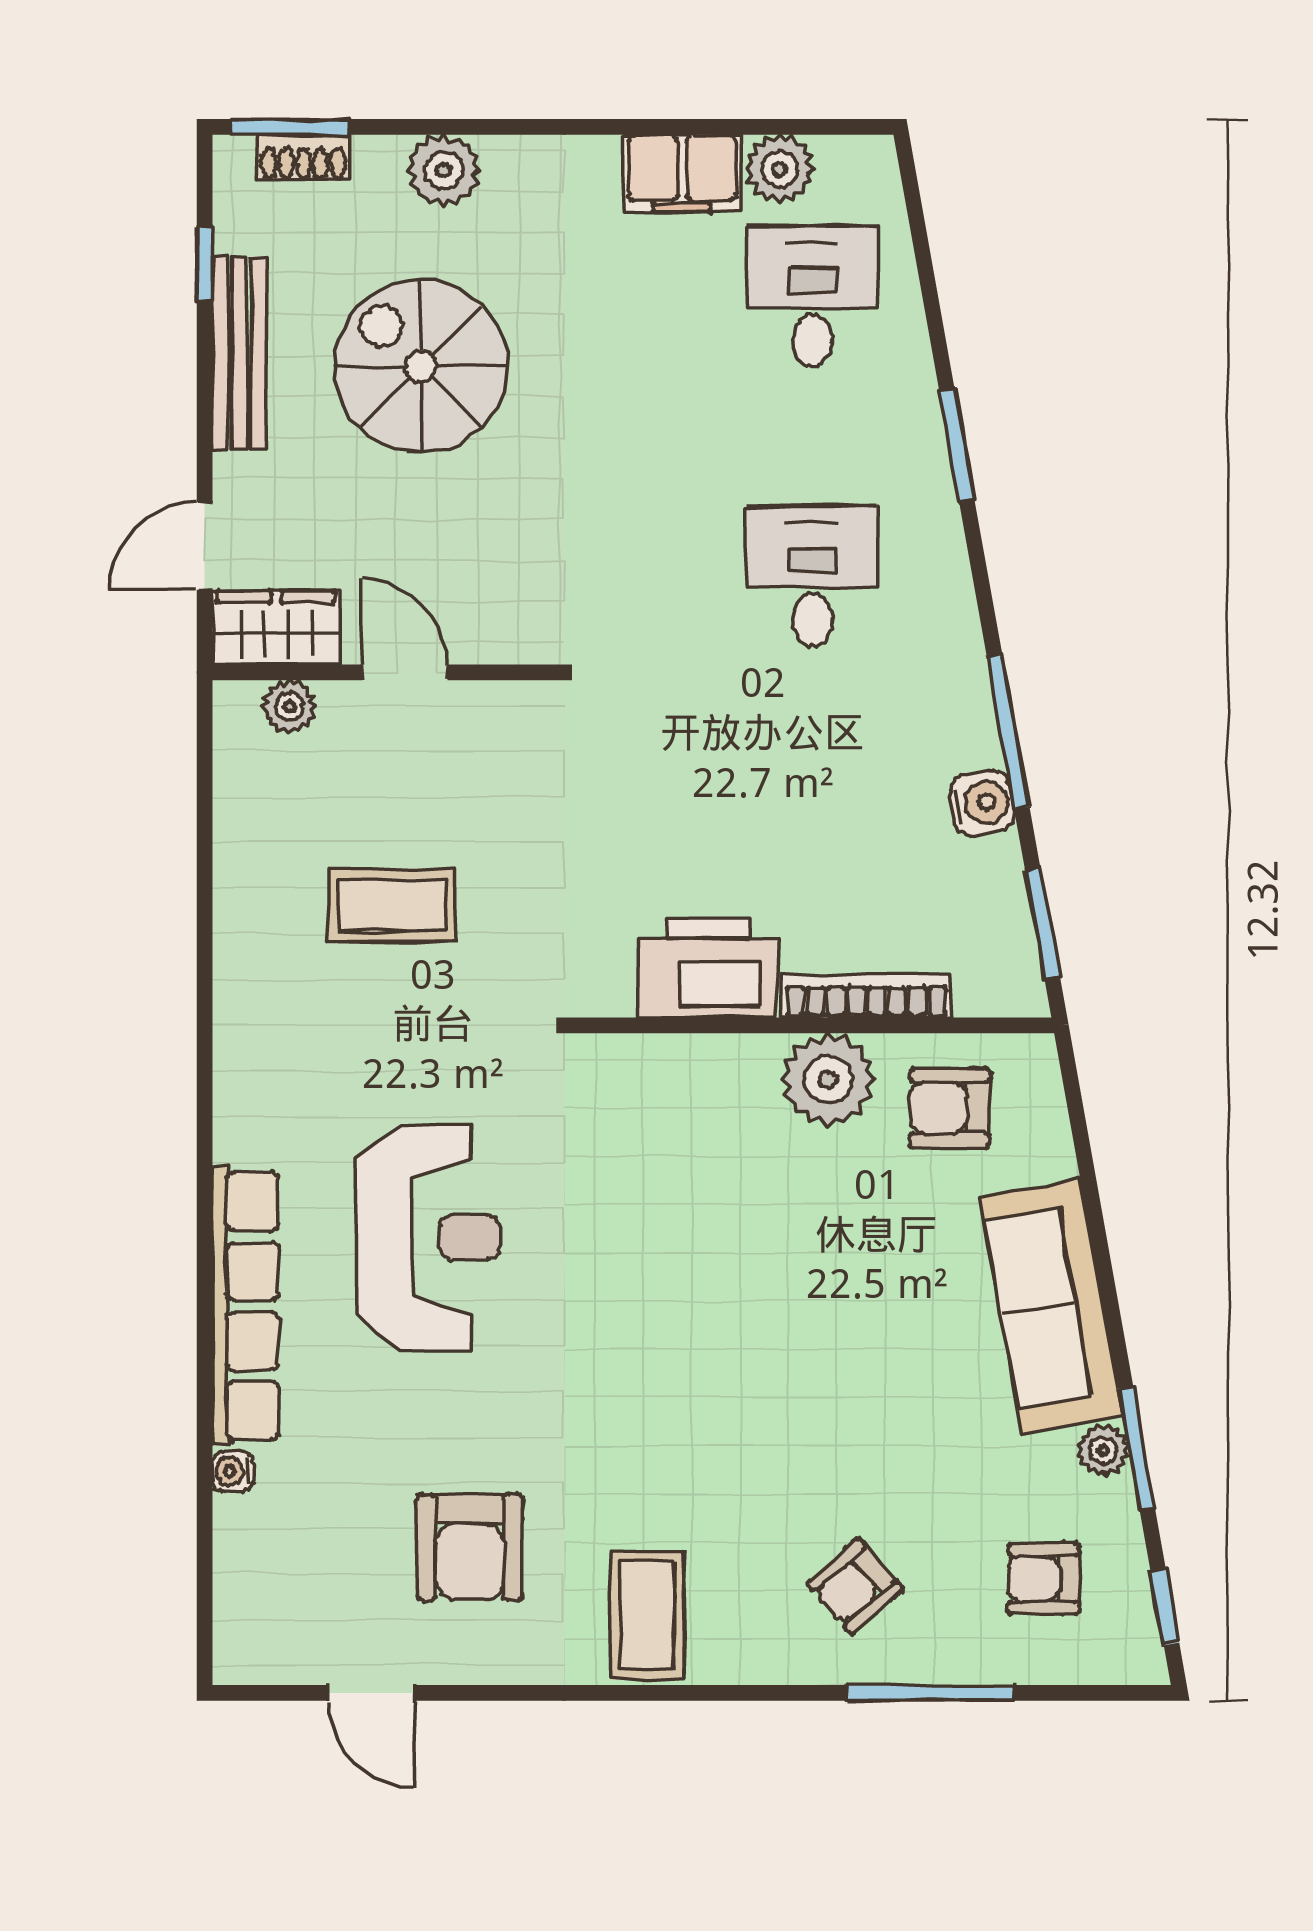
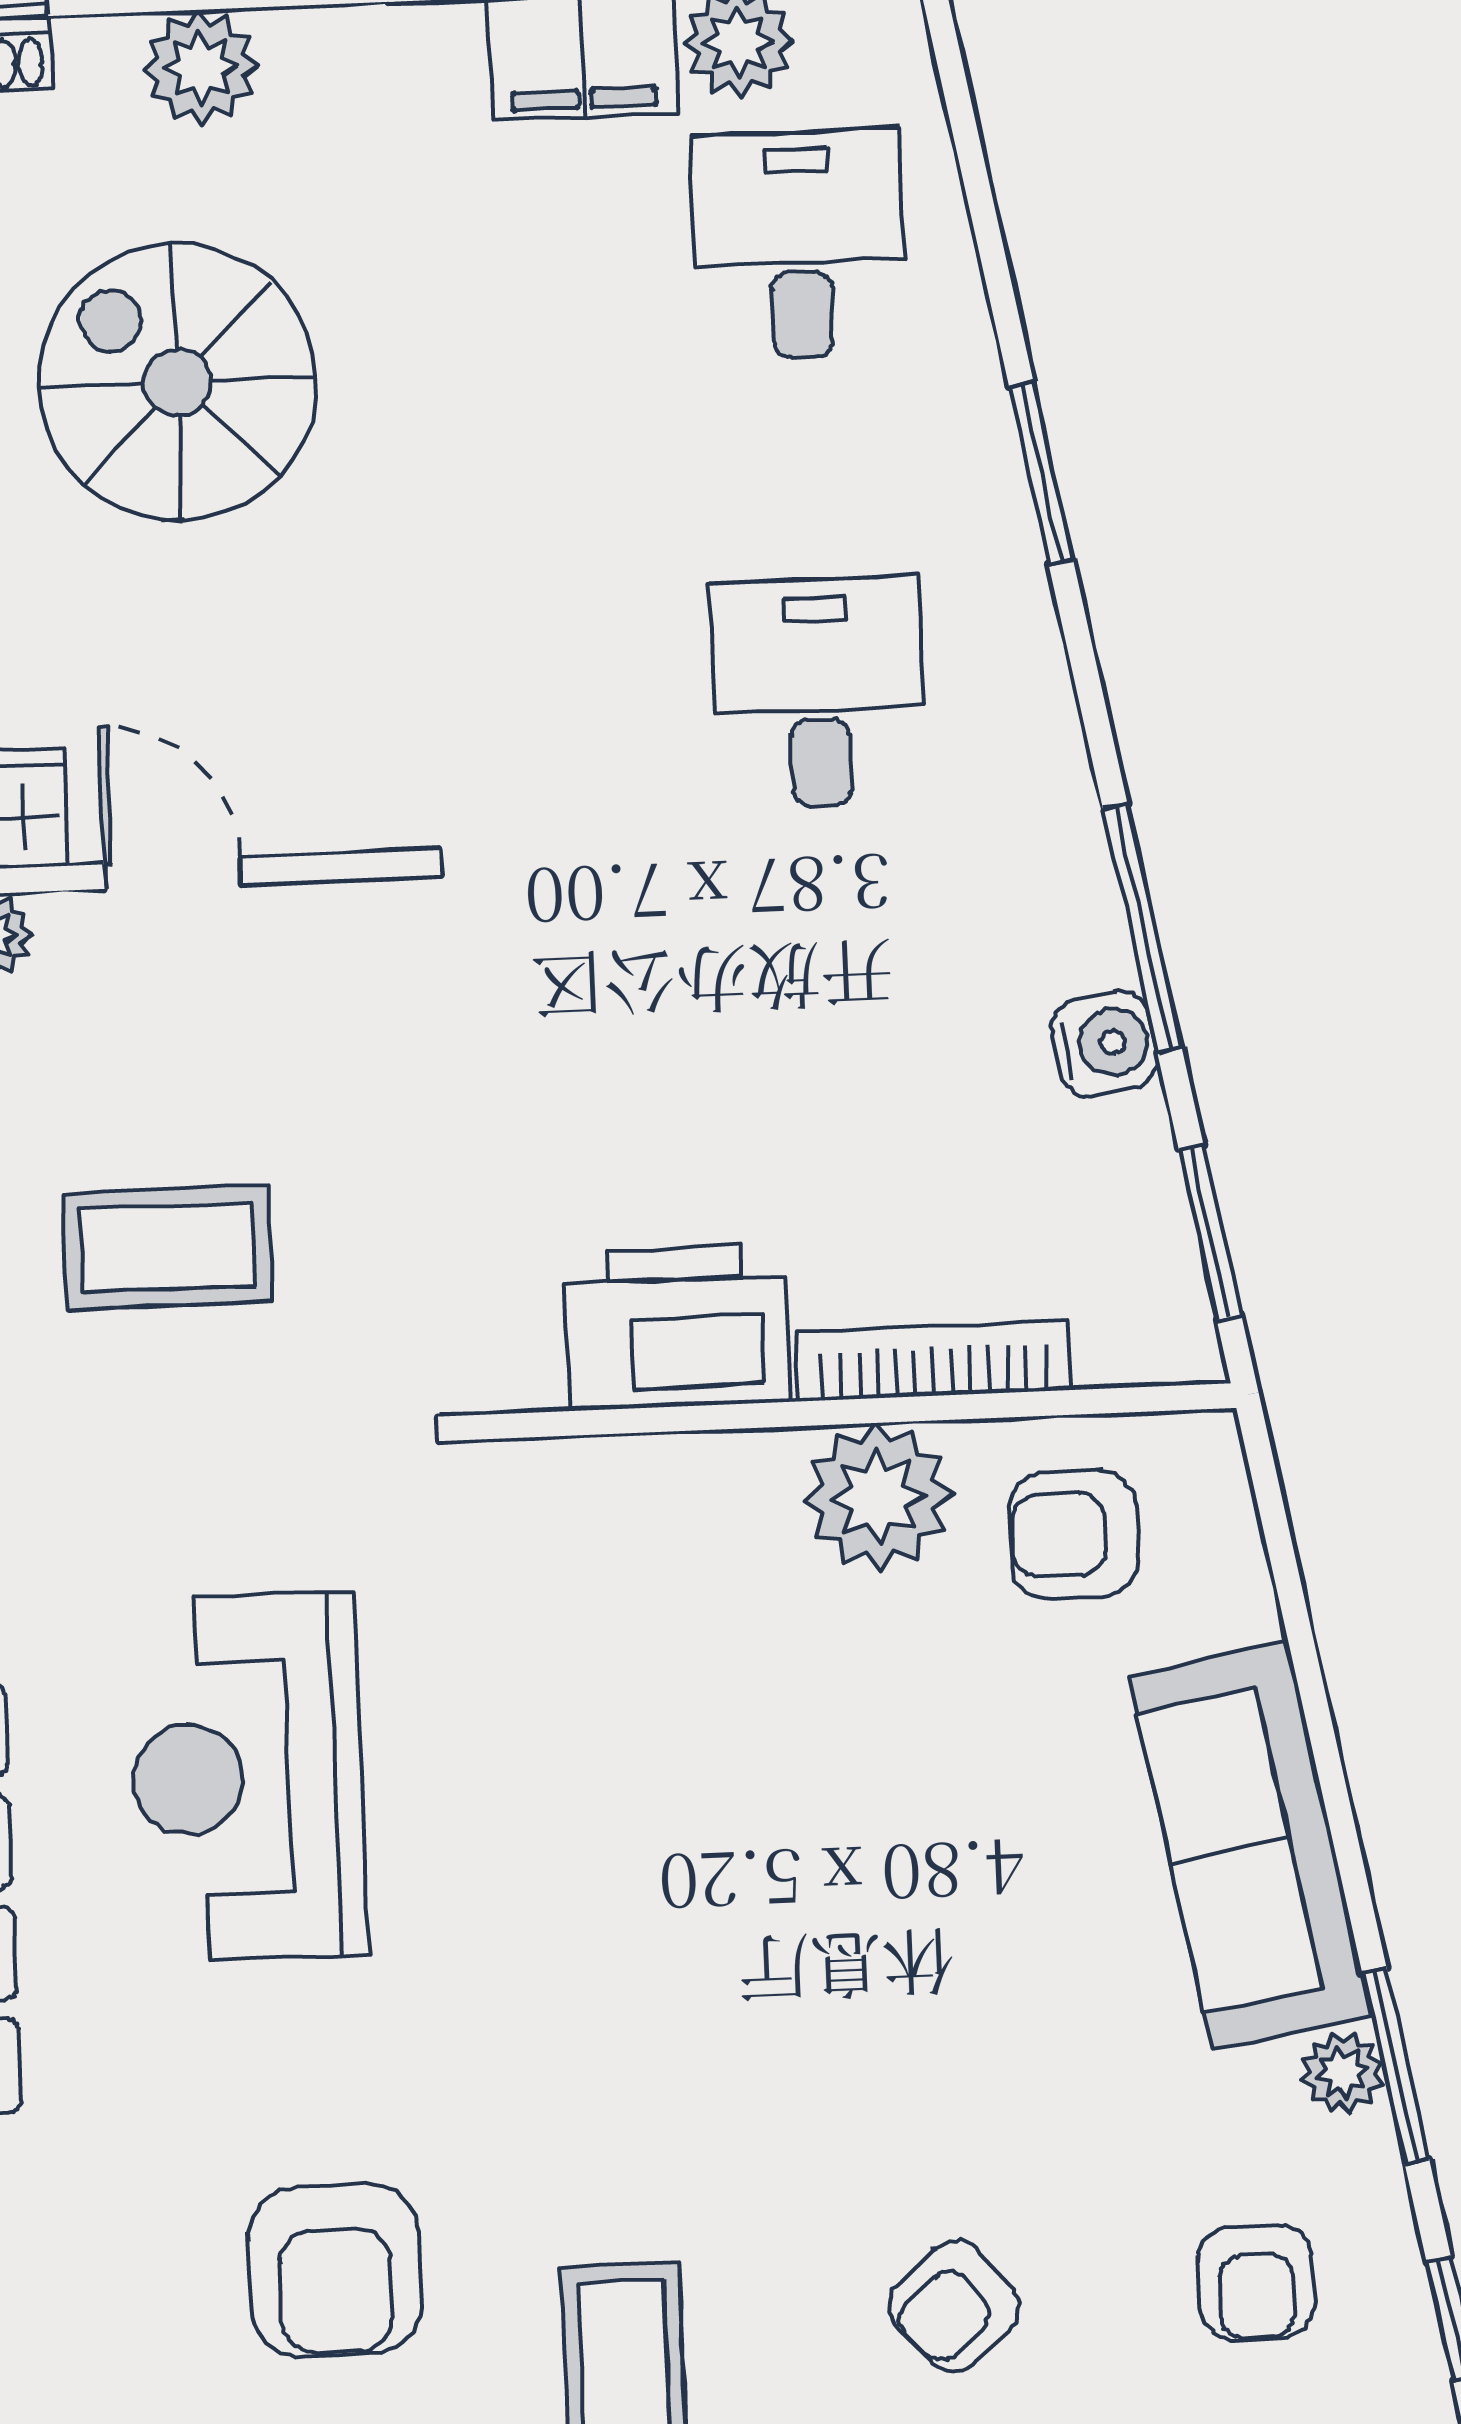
reception desk: (428, 1237) -> (248, 1777), turned 180
armchair: (1044, 1579) -> (1256, 2282), turned -90

